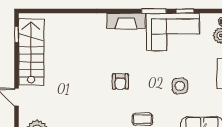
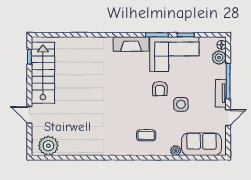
armchair: (120, 81) -> (160, 89), moved

